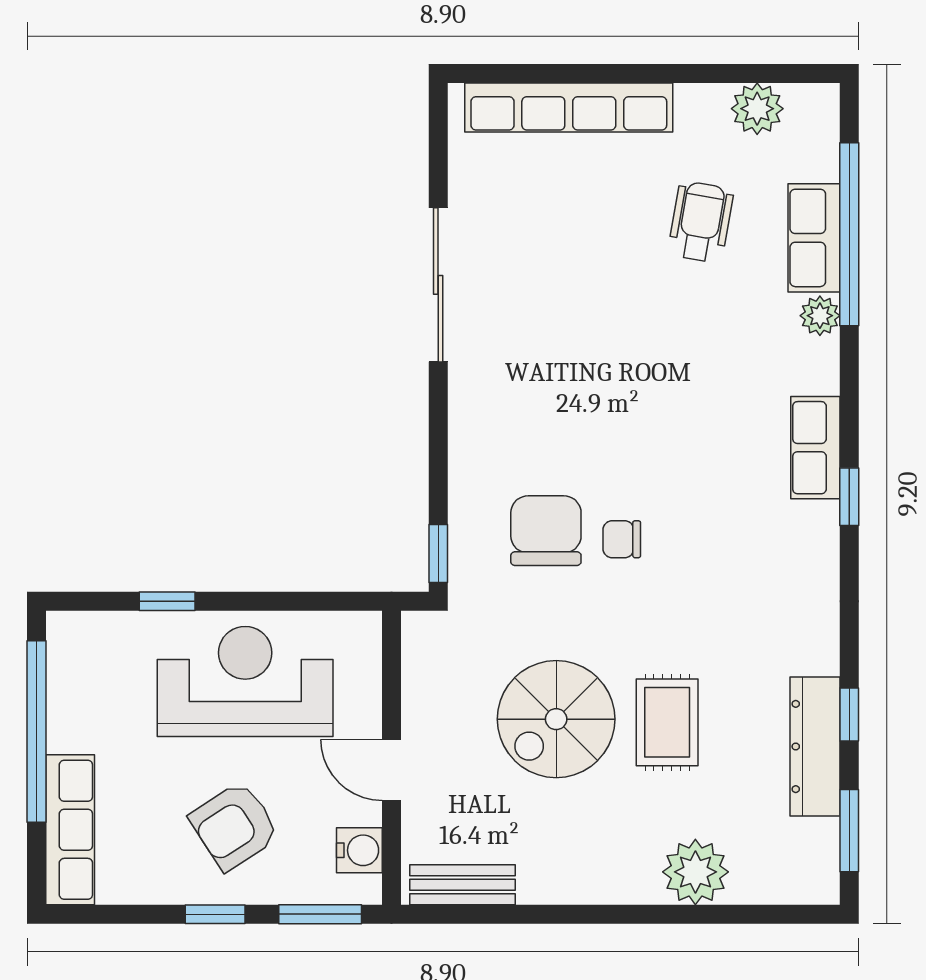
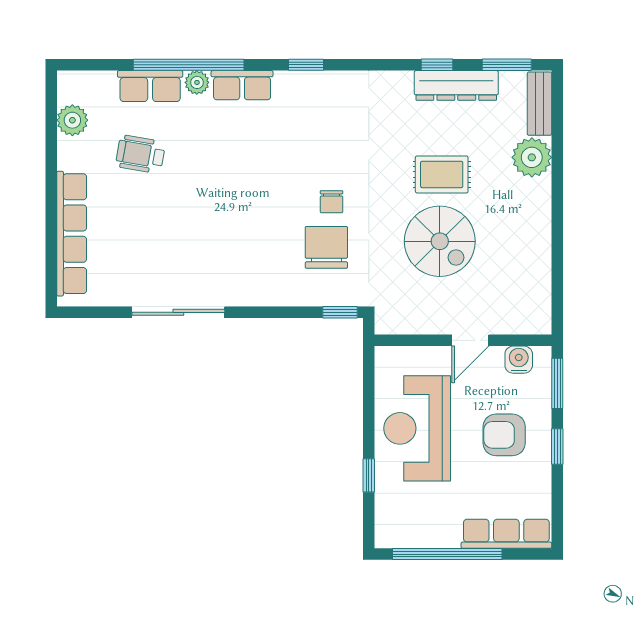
window: (849, 234) -> (189, 65), moved
row of seats: (815, 448) -> (242, 85), moved
chair: (546, 531) -> (326, 247), turned 90
armchair: (234, 826) -> (504, 435), turned 123
bench: (463, 885) -> (539, 104), moved

